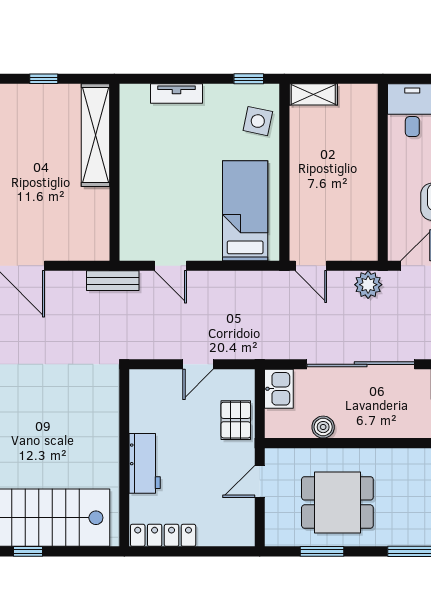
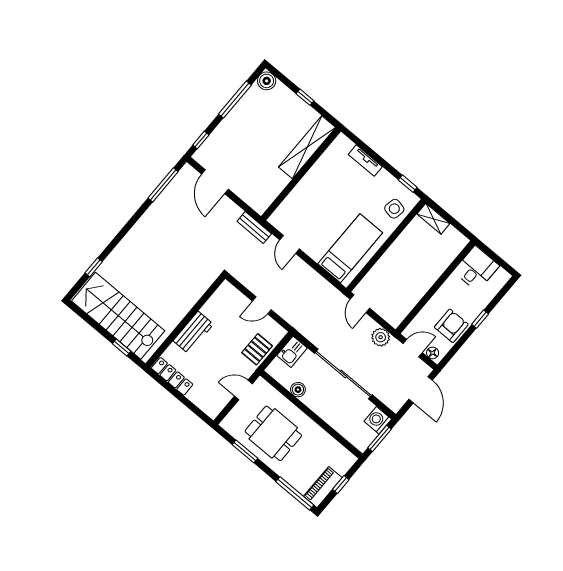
window: (28, 551) -> (122, 348), moved

